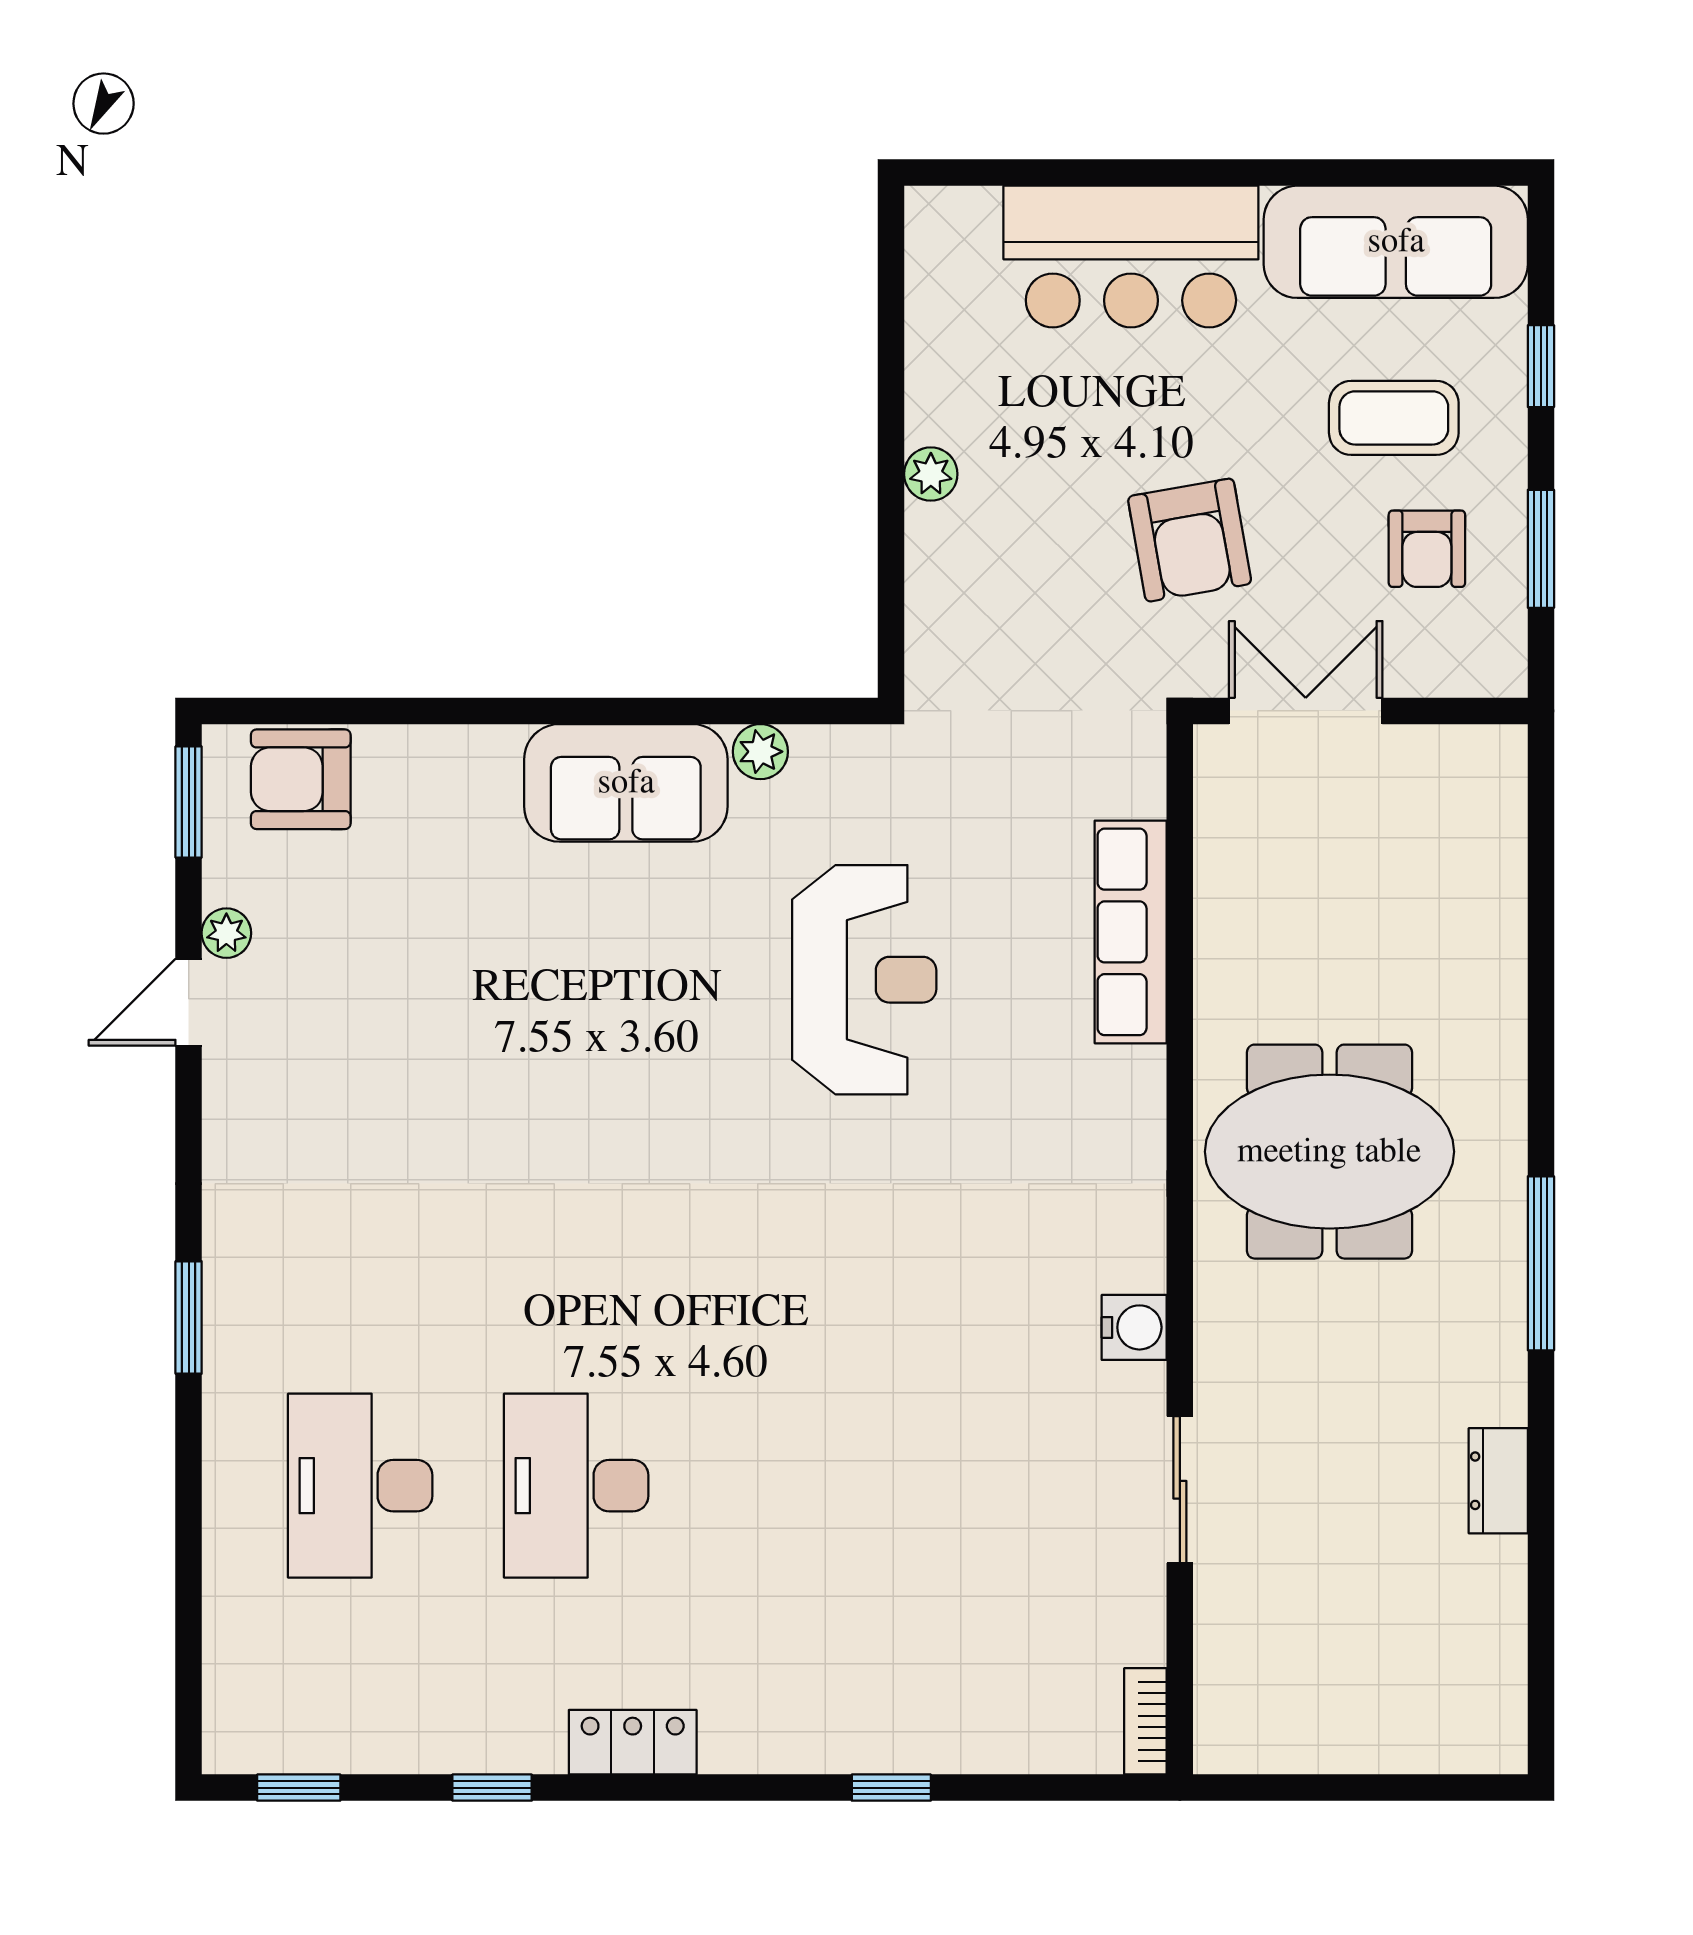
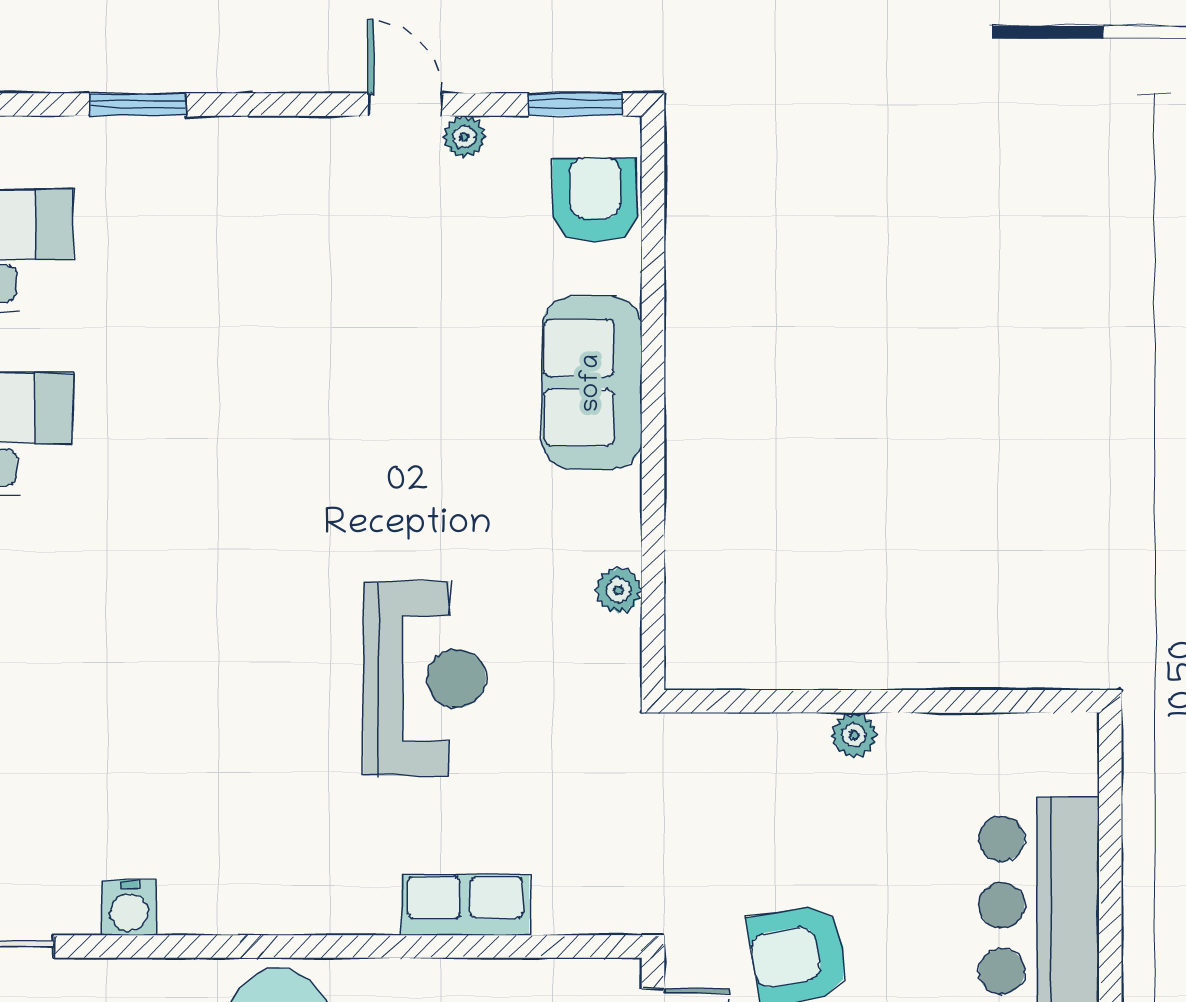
sofa: (626, 783) -> (592, 383), moved
row of seats: (1131, 932) -> (465, 905), width x0.68
reception desk: (864, 980) -> (425, 678), turned -90

